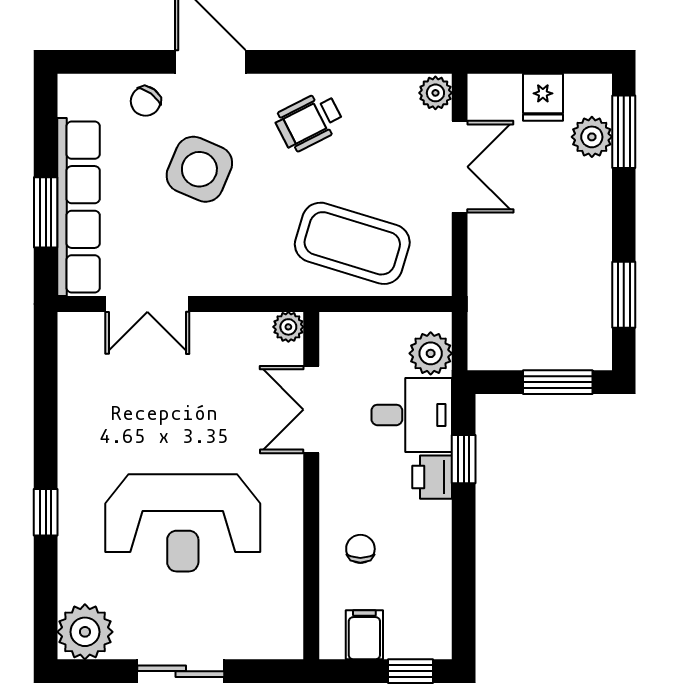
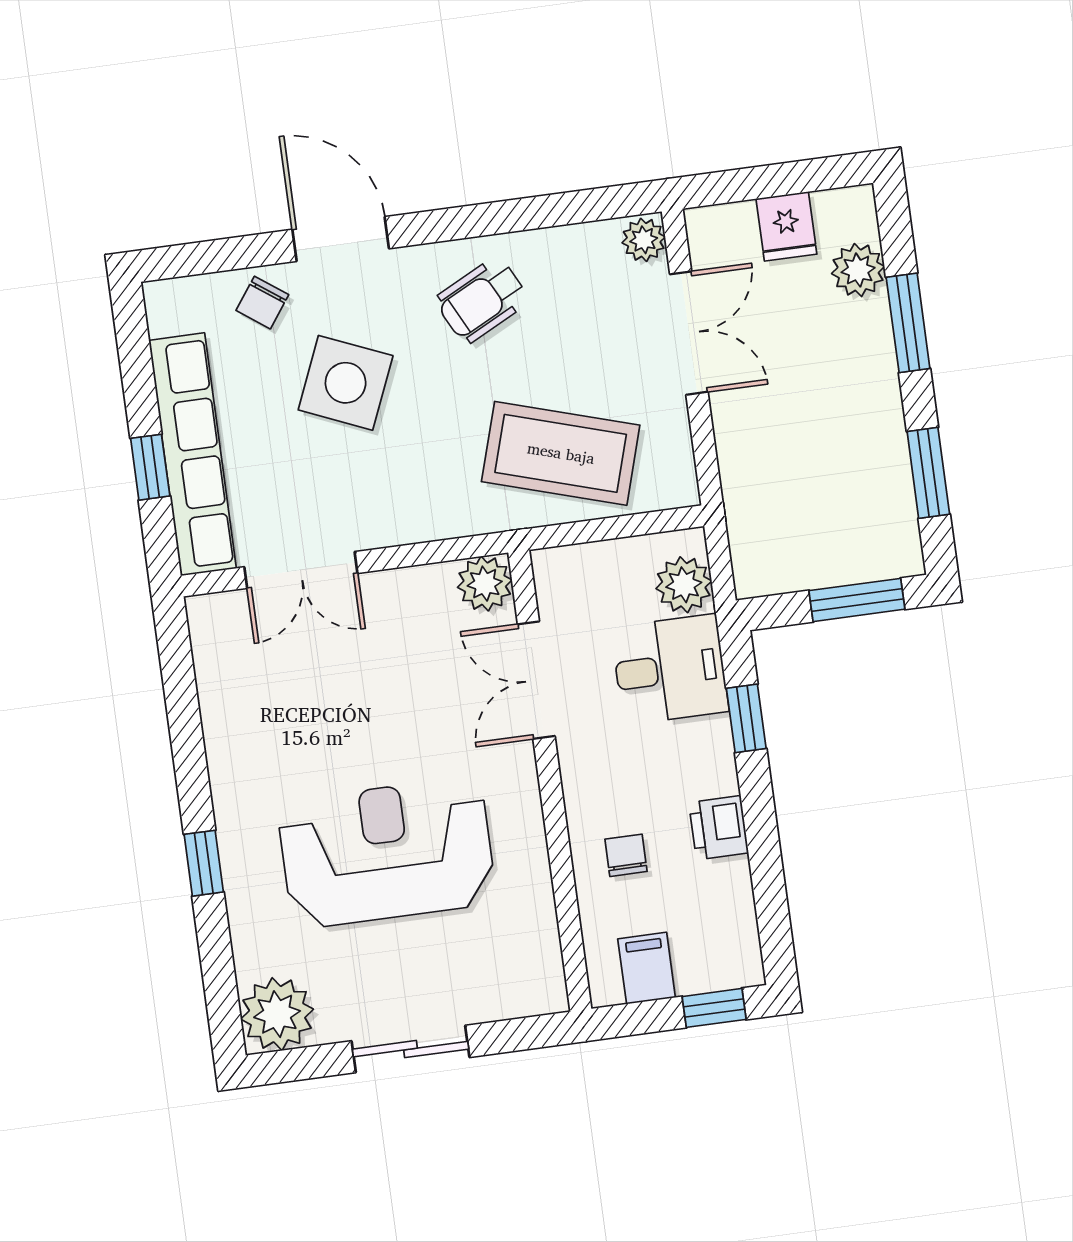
window: (624, 132) -> (908, 323), moved
window: (46, 212) -> (150, 467), width x0.67
plant: (288, 327) -> (485, 584), width x1.38, depth x1.38
printer: (432, 477) -> (719, 828), moved
reception desk: (183, 523) -> (387, 853), turned 180

